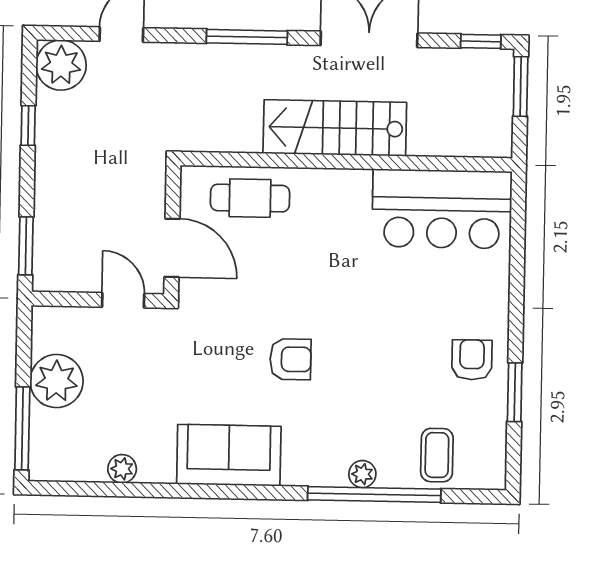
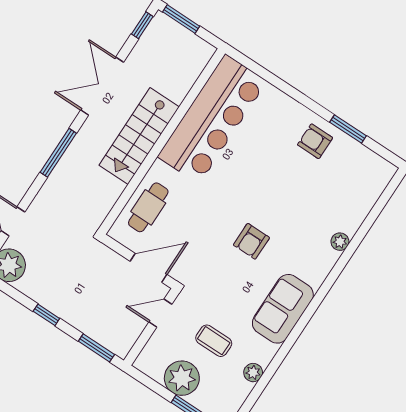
window: (28, 125) -> (46, 315), moved
bar counter: (442, 209) -> (212, 119), width x1.36
armchair: (290, 359) -> (251, 241), turned 180
coffee table: (437, 455) -> (214, 341), moved
window: (374, 494) -> (355, 242), removed

